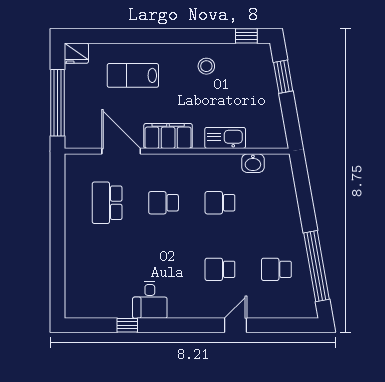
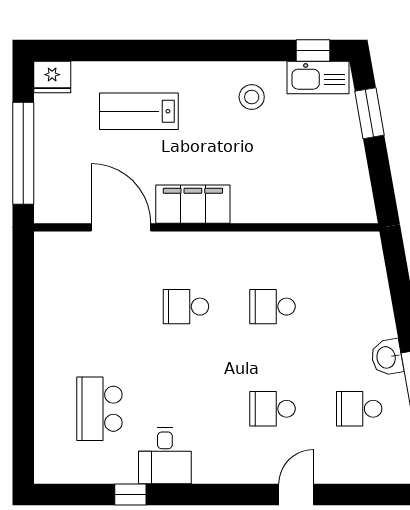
kitchen sink: (225, 138) -> (318, 78), moved, turned 180
washbasin: (253, 163) -> (387, 357), moved, turned 80
school desk: (107, 203) -> (99, 409), moved

